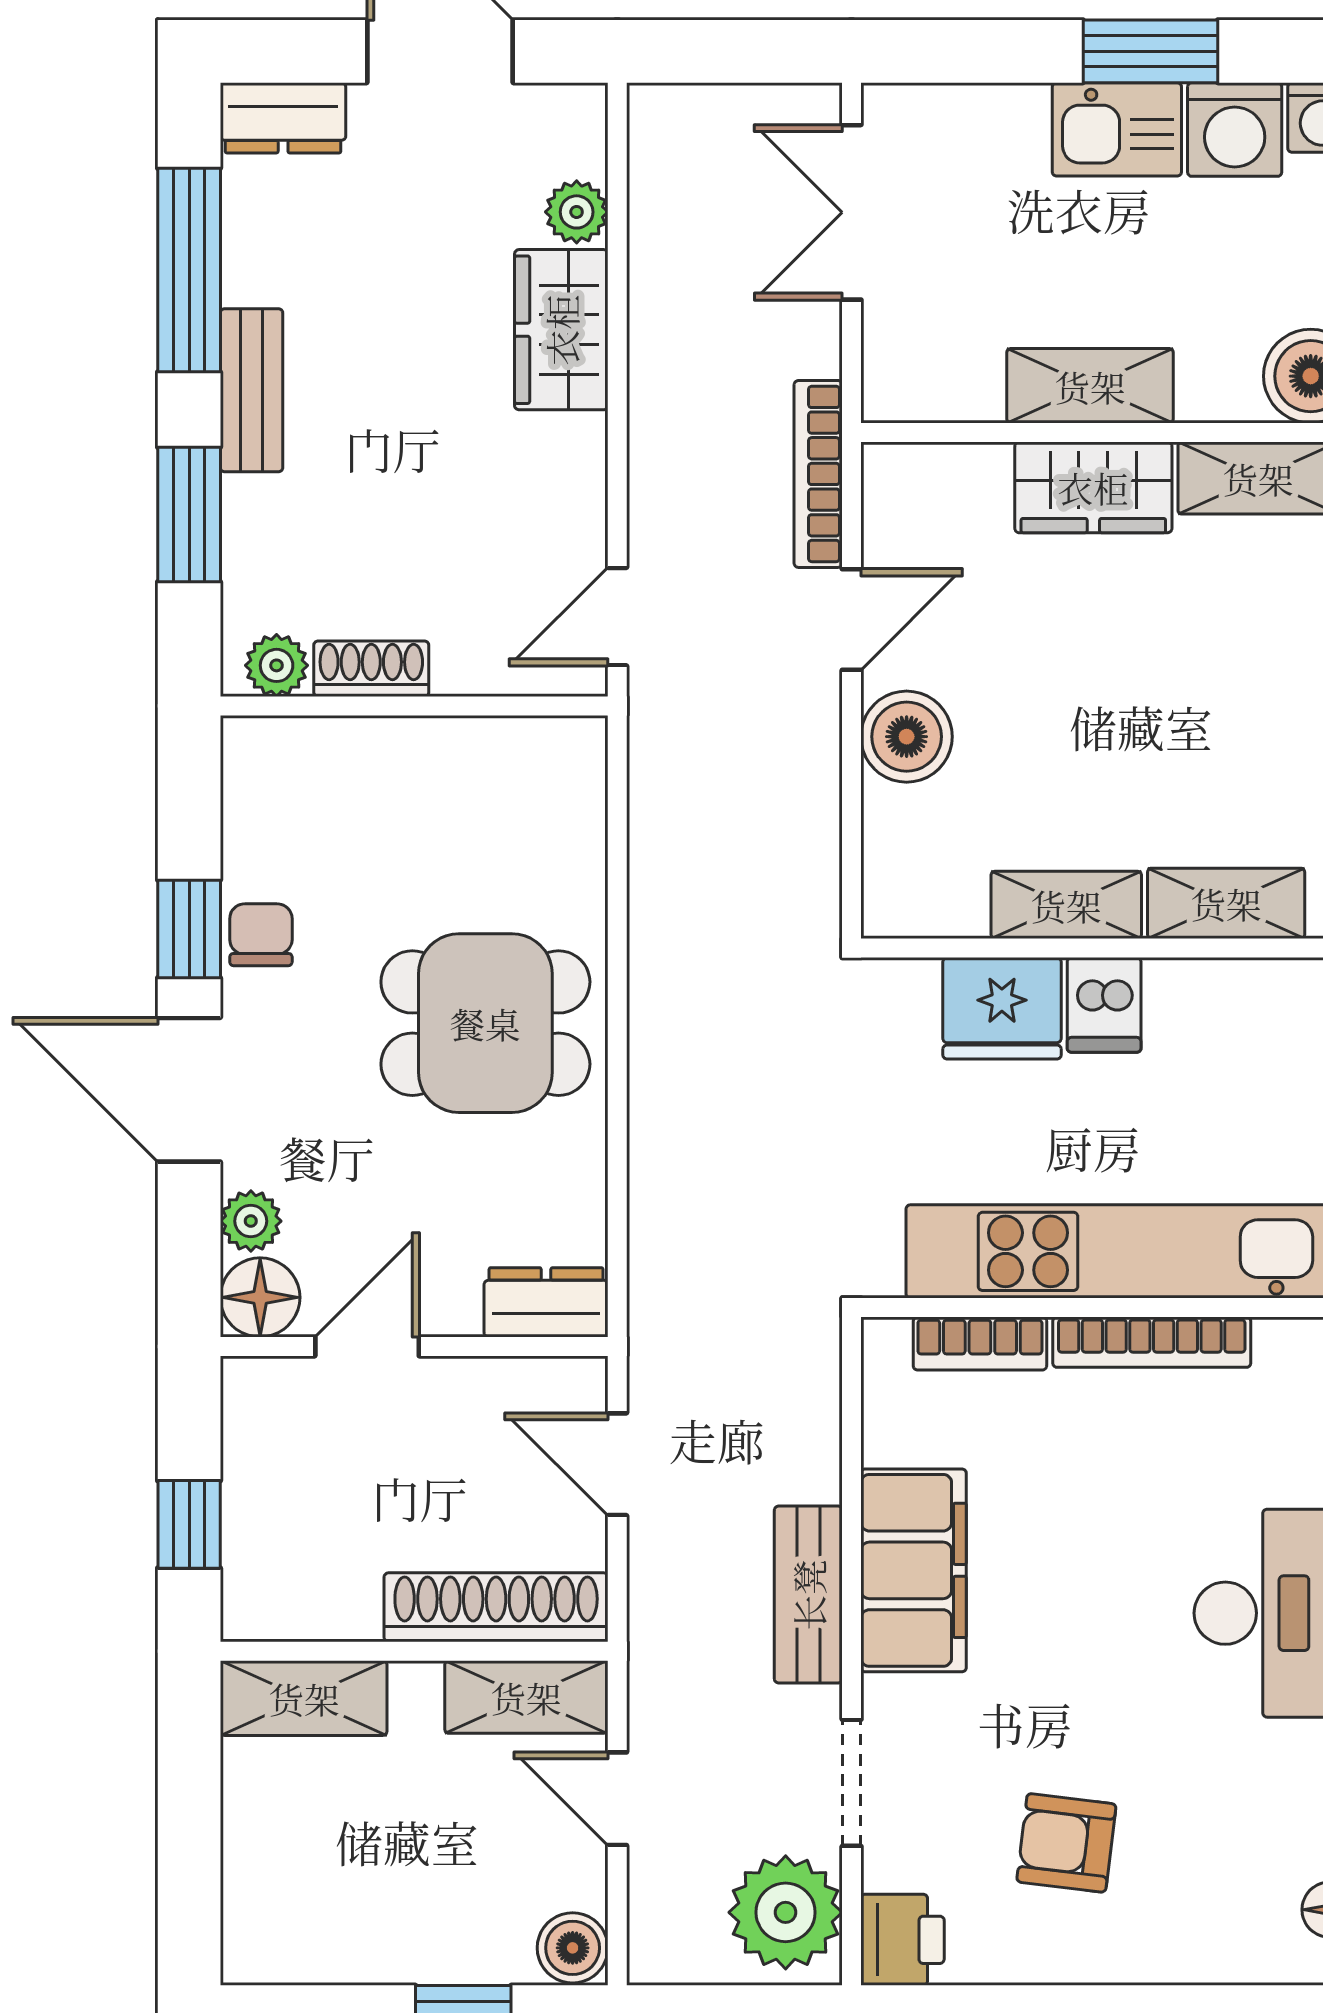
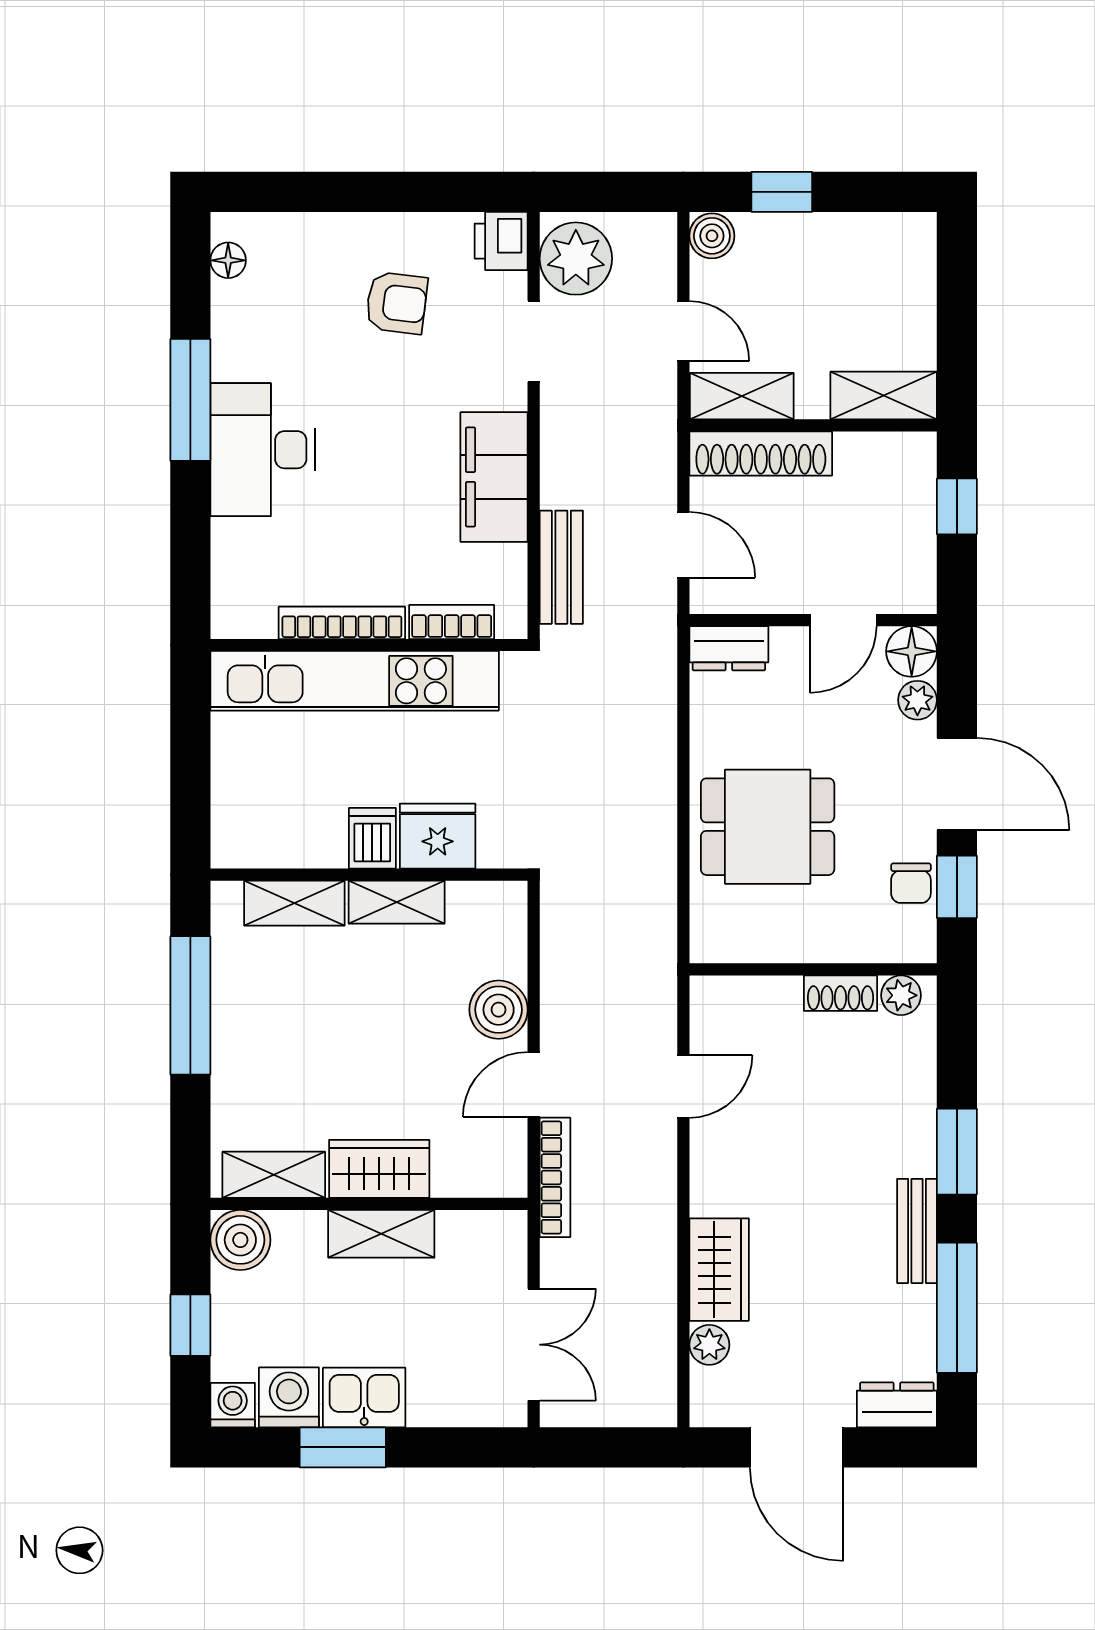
plant: (277, 665) -> (901, 995), moved
shoe rack: (371, 669) -> (840, 993), moved
wall: (414, 706) -> (813, 969), moved
bench: (808, 1595) -> (561, 567), moved

